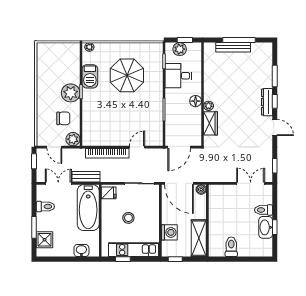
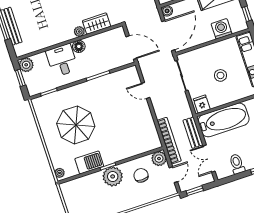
plant: (180, 49) -> (26, 65), moved
desk: (178, 76) -> (62, 60), moved, turned 180
bookcase: (107, 153) -> (169, 141), moved

